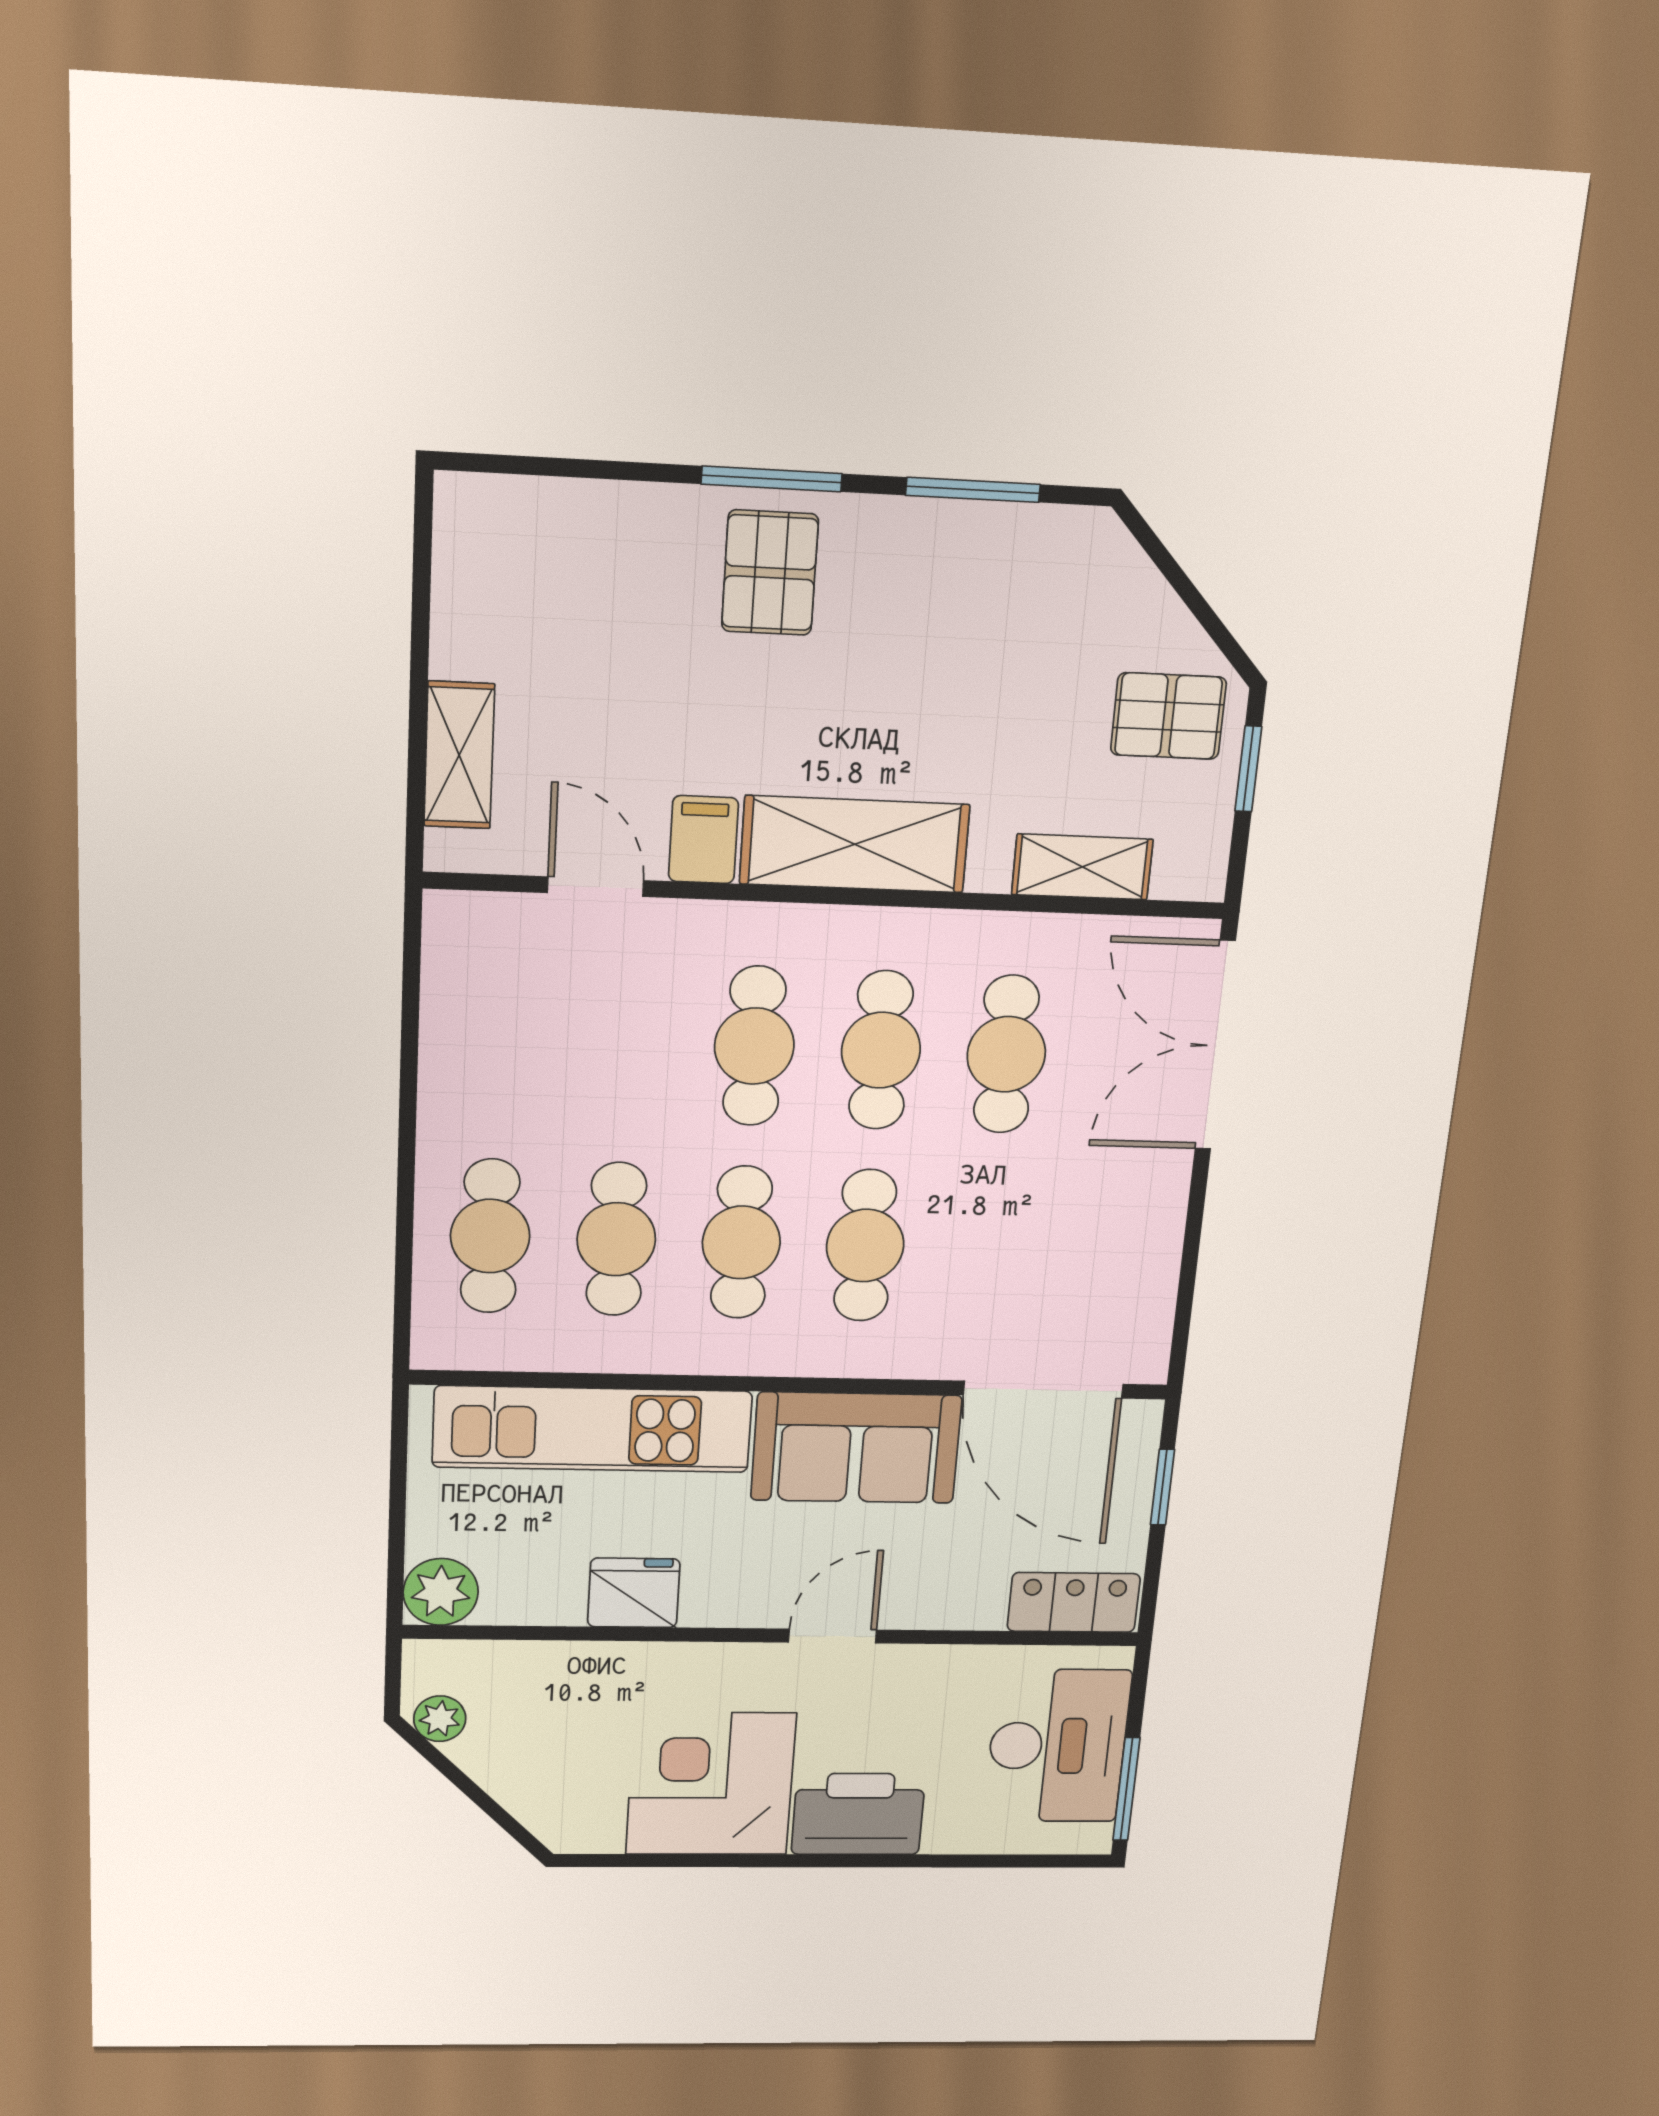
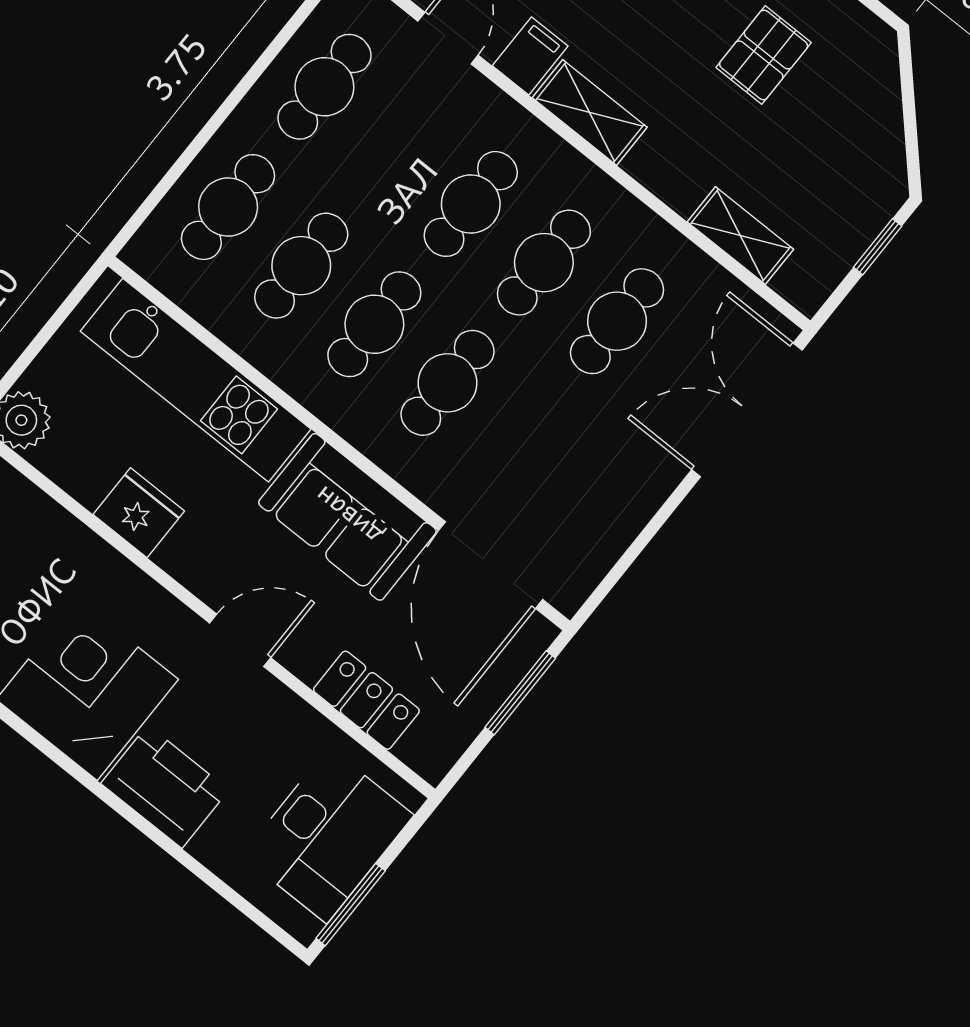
pallet: (1168, 716) -> (764, 55), moved, turned 90
shelving: (855, 844) -> (590, 112), width x0.67, depth x0.75
cafe table: (497, 1038) -> (324, 87), added
window: (1162, 1487) -> (520, 693), width x1.50
locker: (1074, 1602) -> (366, 700), moved

